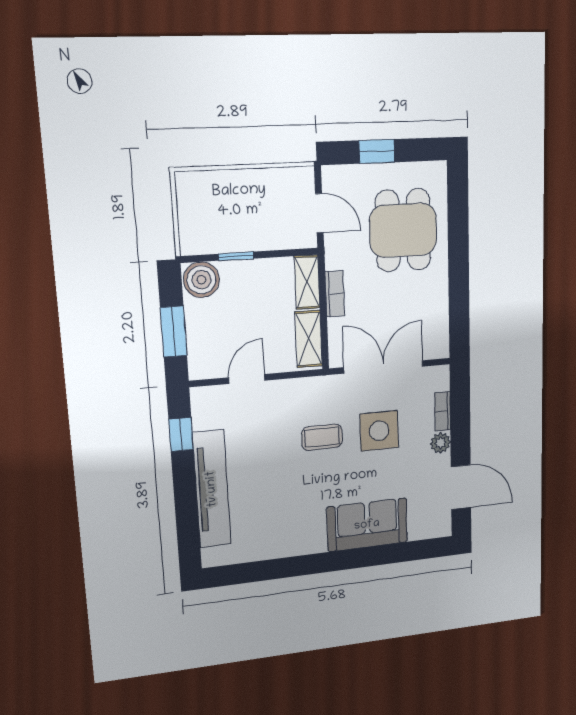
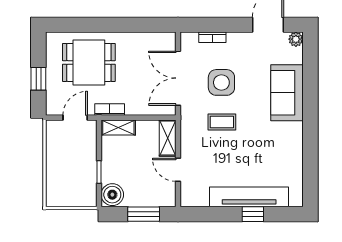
bookcase: (335, 294) -> (110, 110), moved
shelving: (309, 339) -> (168, 138), moved, turned 90
window: (181, 435) -> (253, 214), moved
coffee table: (322, 437) -> (222, 122), turned 90
plant: (440, 443) -> (296, 39), moved

